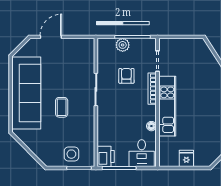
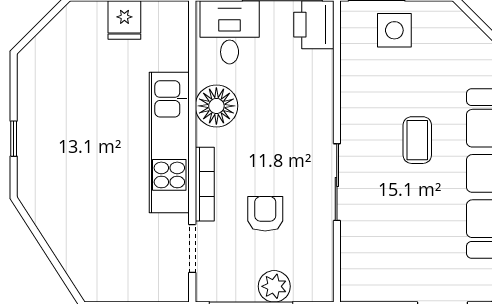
armchair: (126, 76) -> (265, 214), turned 180
floor lamp: (151, 126) -> (216, 106), width x1.89, depth x1.89

